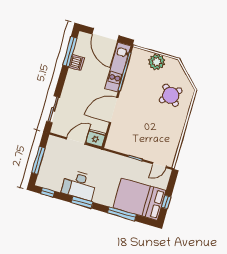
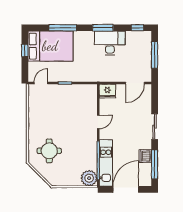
door: (105, 35) -> (126, 189), hinge flipped
plant: (157, 62) -> (89, 178), moved
round table: (171, 95) -> (49, 151), turned 45
sliding door: (53, 109) -> (155, 127), moved
door: (114, 110) -> (98, 122), width x0.53
door: (76, 141) -> (135, 83), moved

